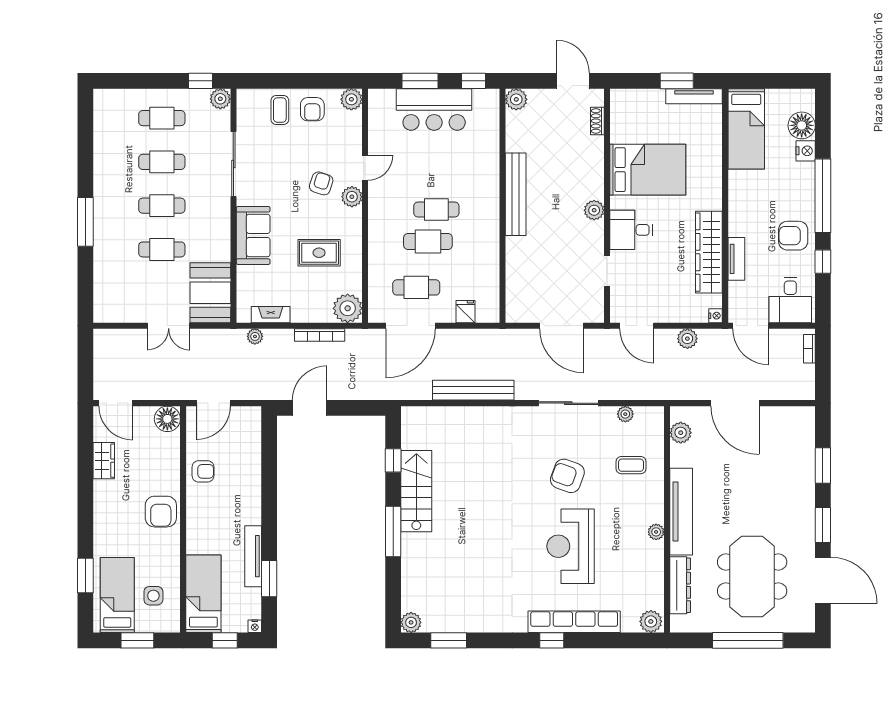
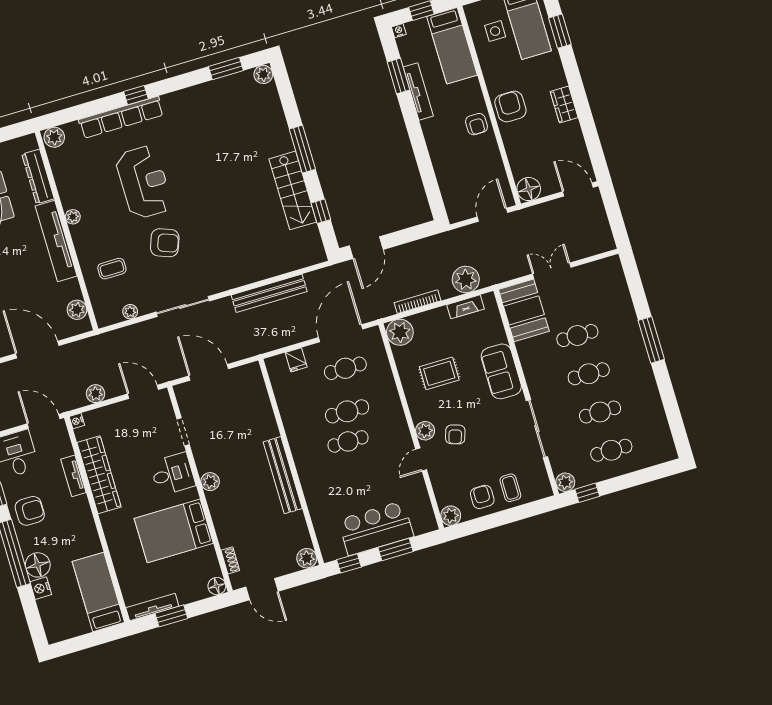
floor lamp: (620, 98) -> (217, 586), added
floor lamp: (802, 125) -> (38, 565), moved
plant: (255, 336) -> (466, 279), width x1.87, depth x1.87
door: (310, 408) -> (366, 248), moved
wardrobe: (104, 461) -> (564, 104), moved
armchair: (203, 471) -> (476, 124), moved, turned -90

